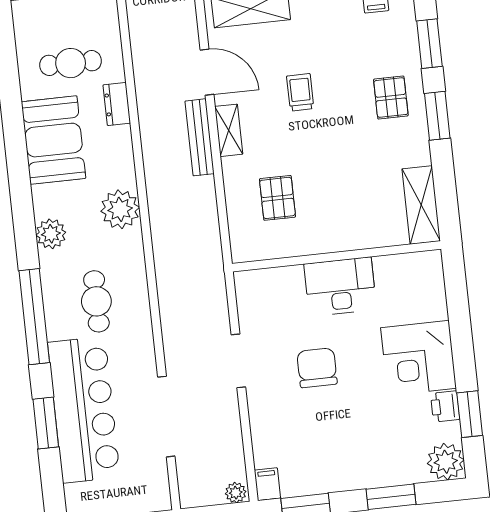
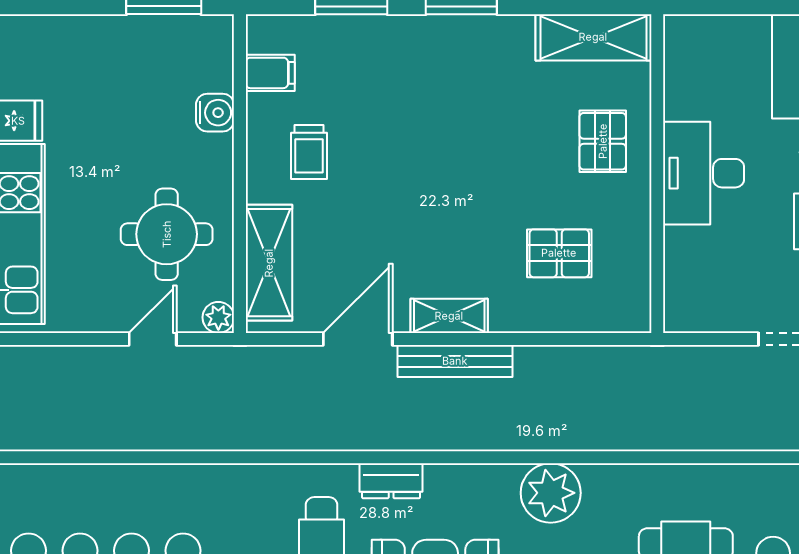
trolley: (300, 92) -> (309, 152), moved, turned -90
pallet: (391, 98) -> (603, 141), moved, turned 90

